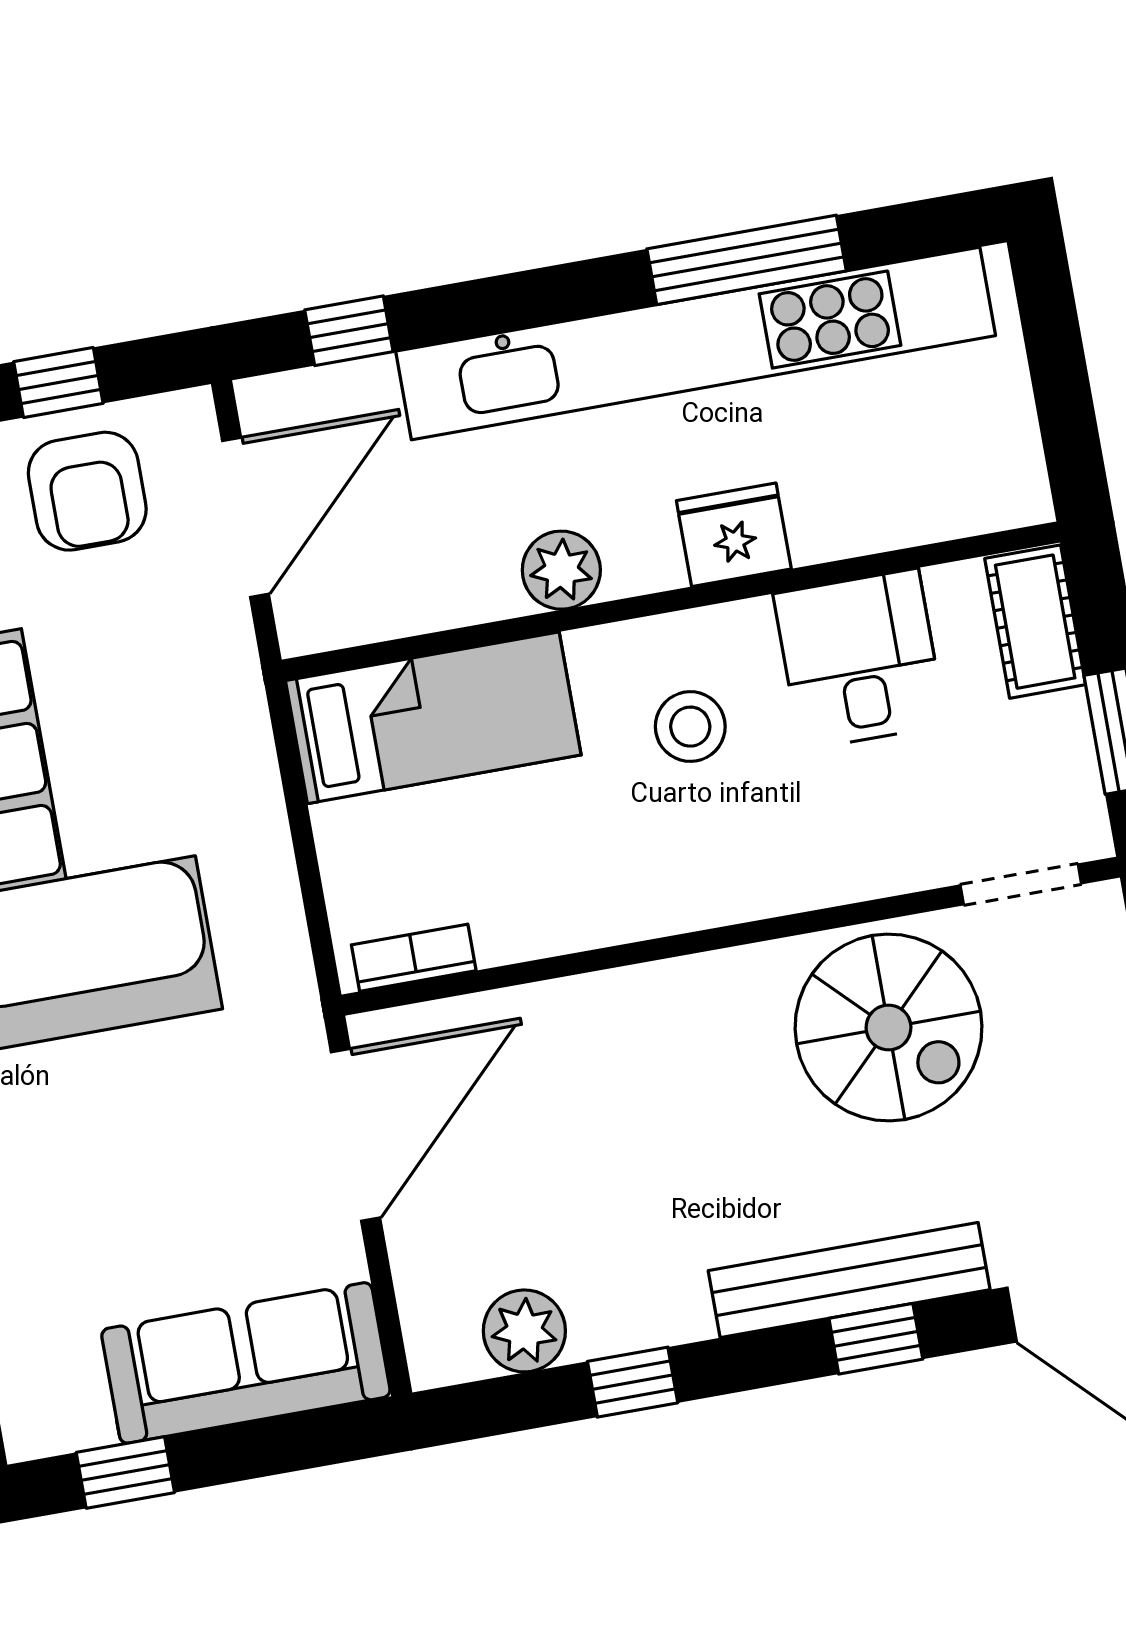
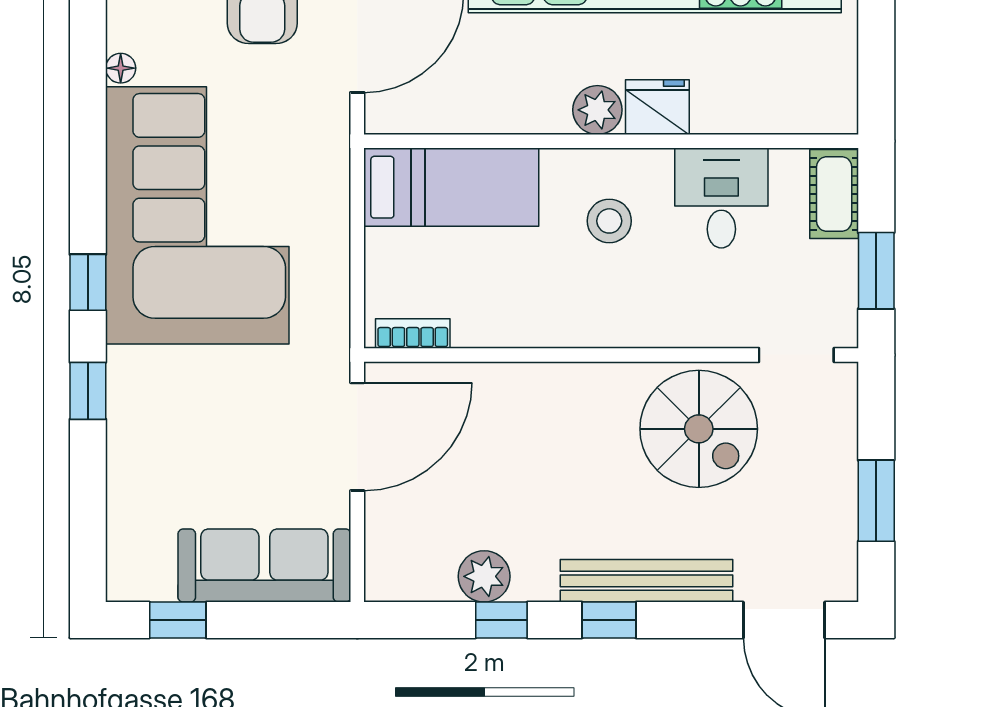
plant: (561, 570) -> (597, 110), moved
plant: (524, 1331) -> (484, 576), moved
window: (876, 1339) -> (609, 620), moved

